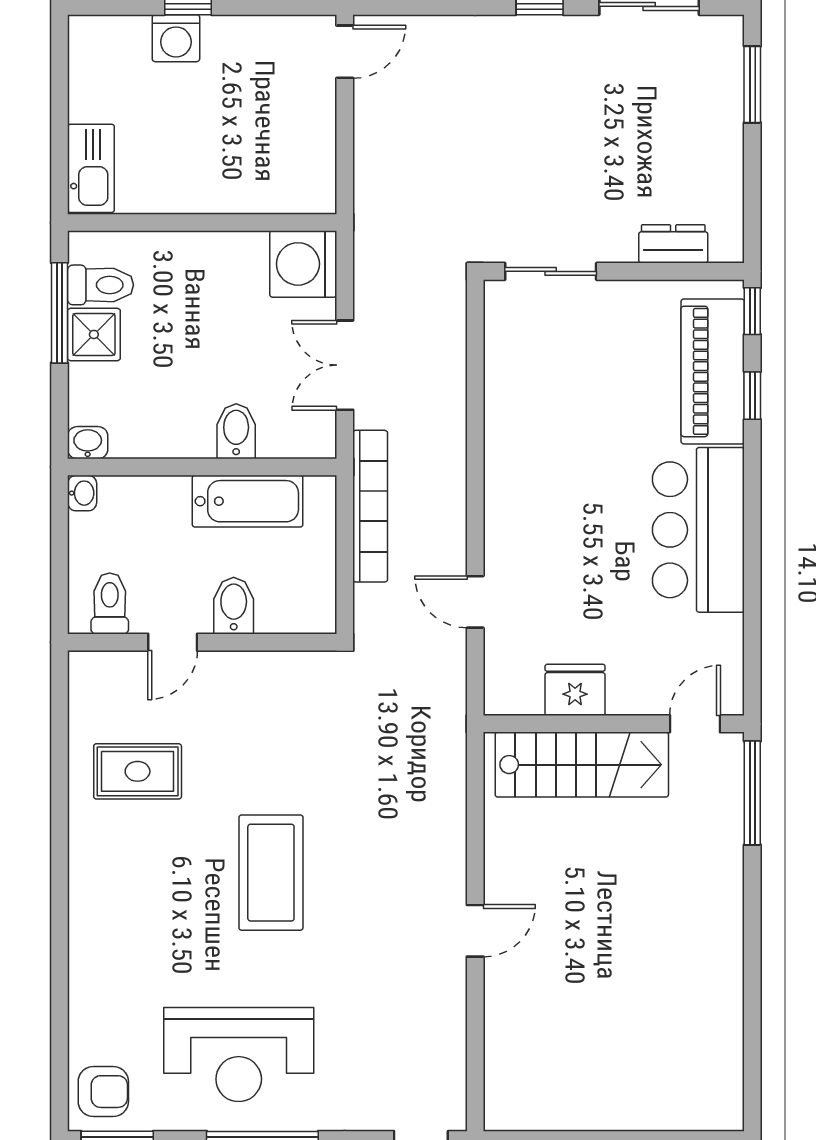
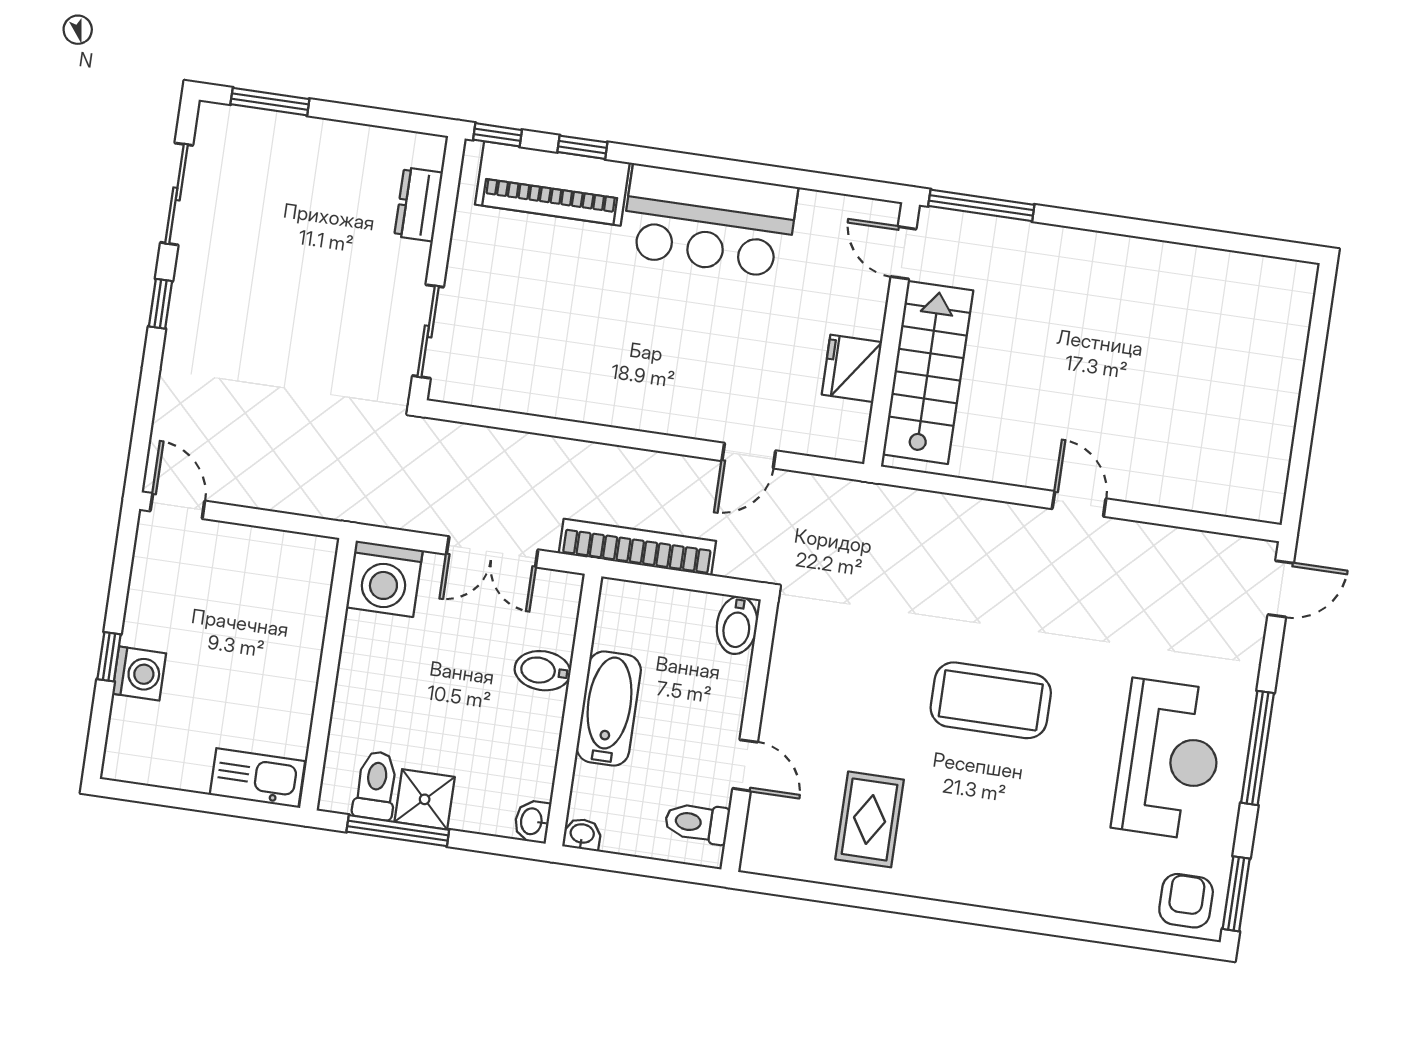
bathtub: (248, 501) -> (609, 709), moved
bidet: (234, 606) -> (737, 625), moved, turned -90

